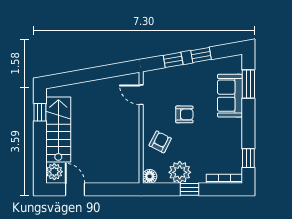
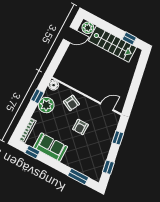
window: (201, 55) -> (108, 167), moved
sofa: (230, 96) -> (51, 147), moved
window: (189, 189) -> (37, 96), moved

